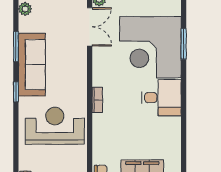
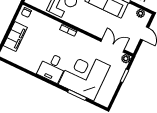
double door: (90, 27) -> (113, 46), swing flipped

